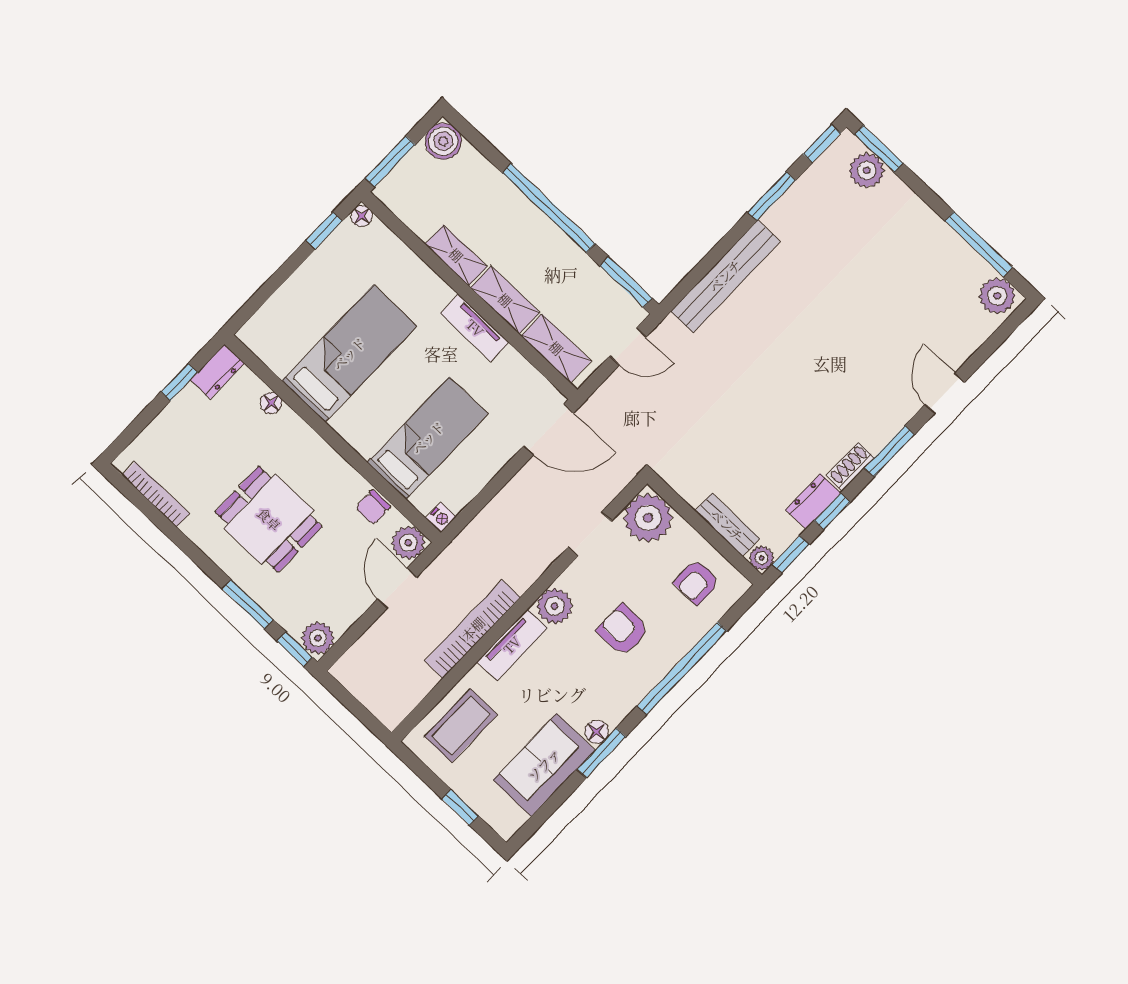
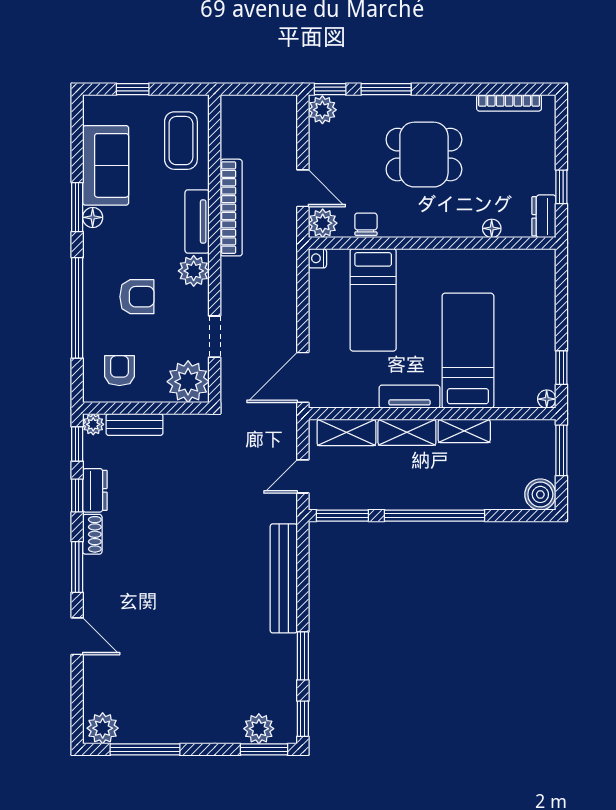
bed: (349, 354) -> (468, 351), moved, turned 180

